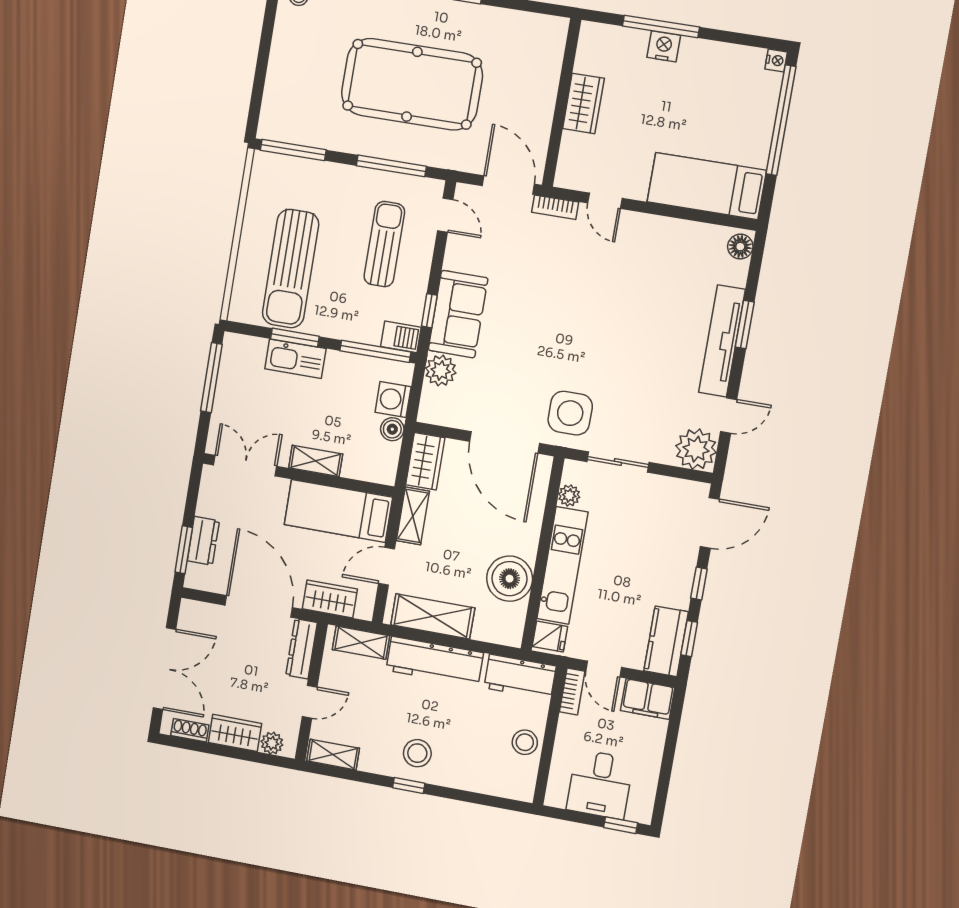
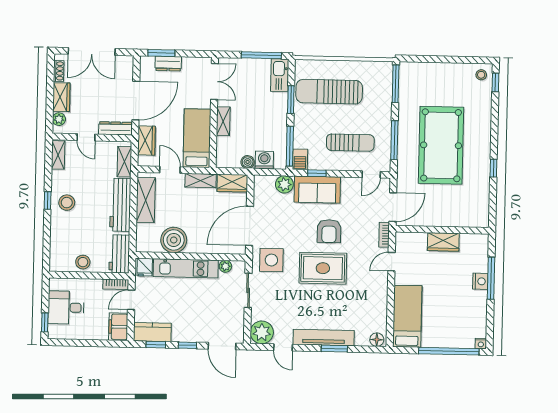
armchair: (534, 304) -> (329, 231), added
rug: (598, 324) -> (323, 268), added
kitchen sink: (295, 359) -> (280, 75), moved

